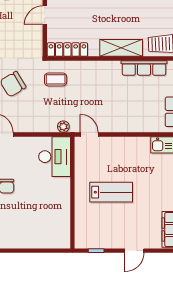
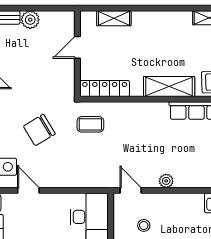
plant: (63, 127) -> (166, 181), moved
stool: (100, 164) -> (144, 225), added

